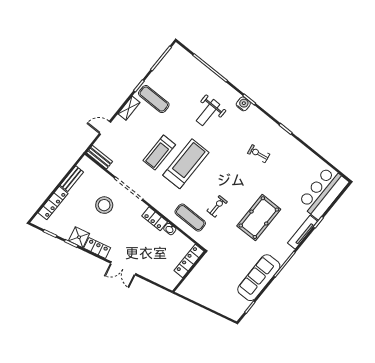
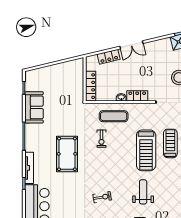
weight bench: (208, 113) -> (143, 192), moved
locker: (97, 248) -> (109, 57), moved
double door: (123, 268) -> (131, 45), swing flipped
sofa: (259, 278) -> (34, 107), width x0.73

